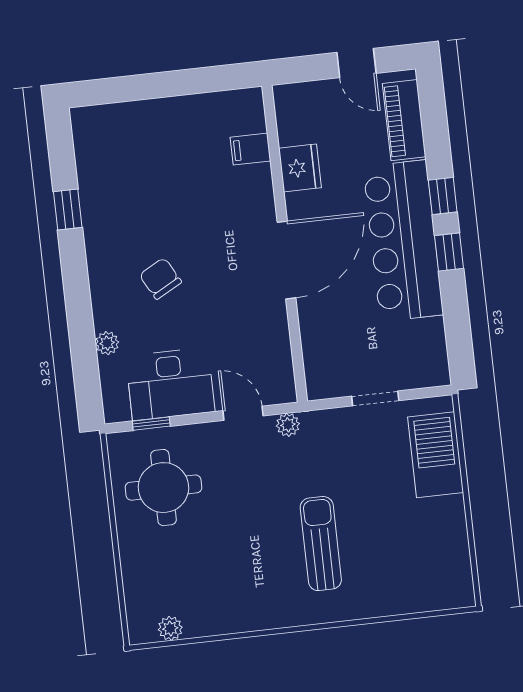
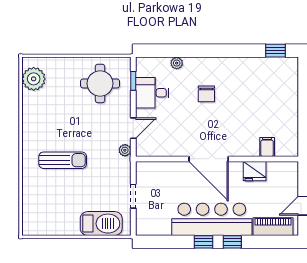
window: (68, 209) -> (276, 51), moved
chair: (160, 278) -> (206, 94), turned 119
desk: (170, 384) -> (152, 93), width x0.73
plant: (170, 628) -> (34, 79), width x1.87, depth x1.87

